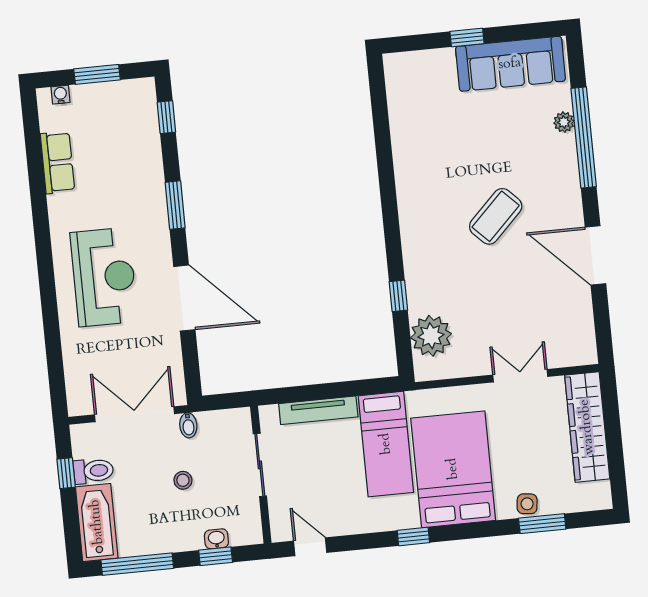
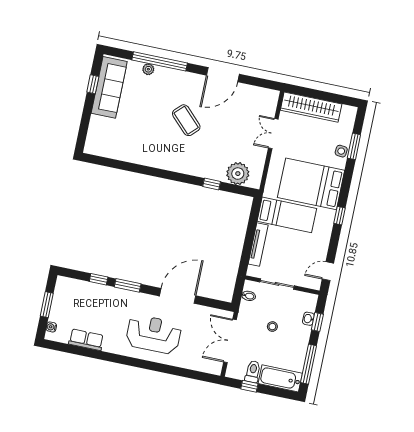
window: (467, 38) -> (93, 84), moved
window: (166, 117) -> (99, 279), moved
bidet: (188, 425) -> (249, 296), moved

